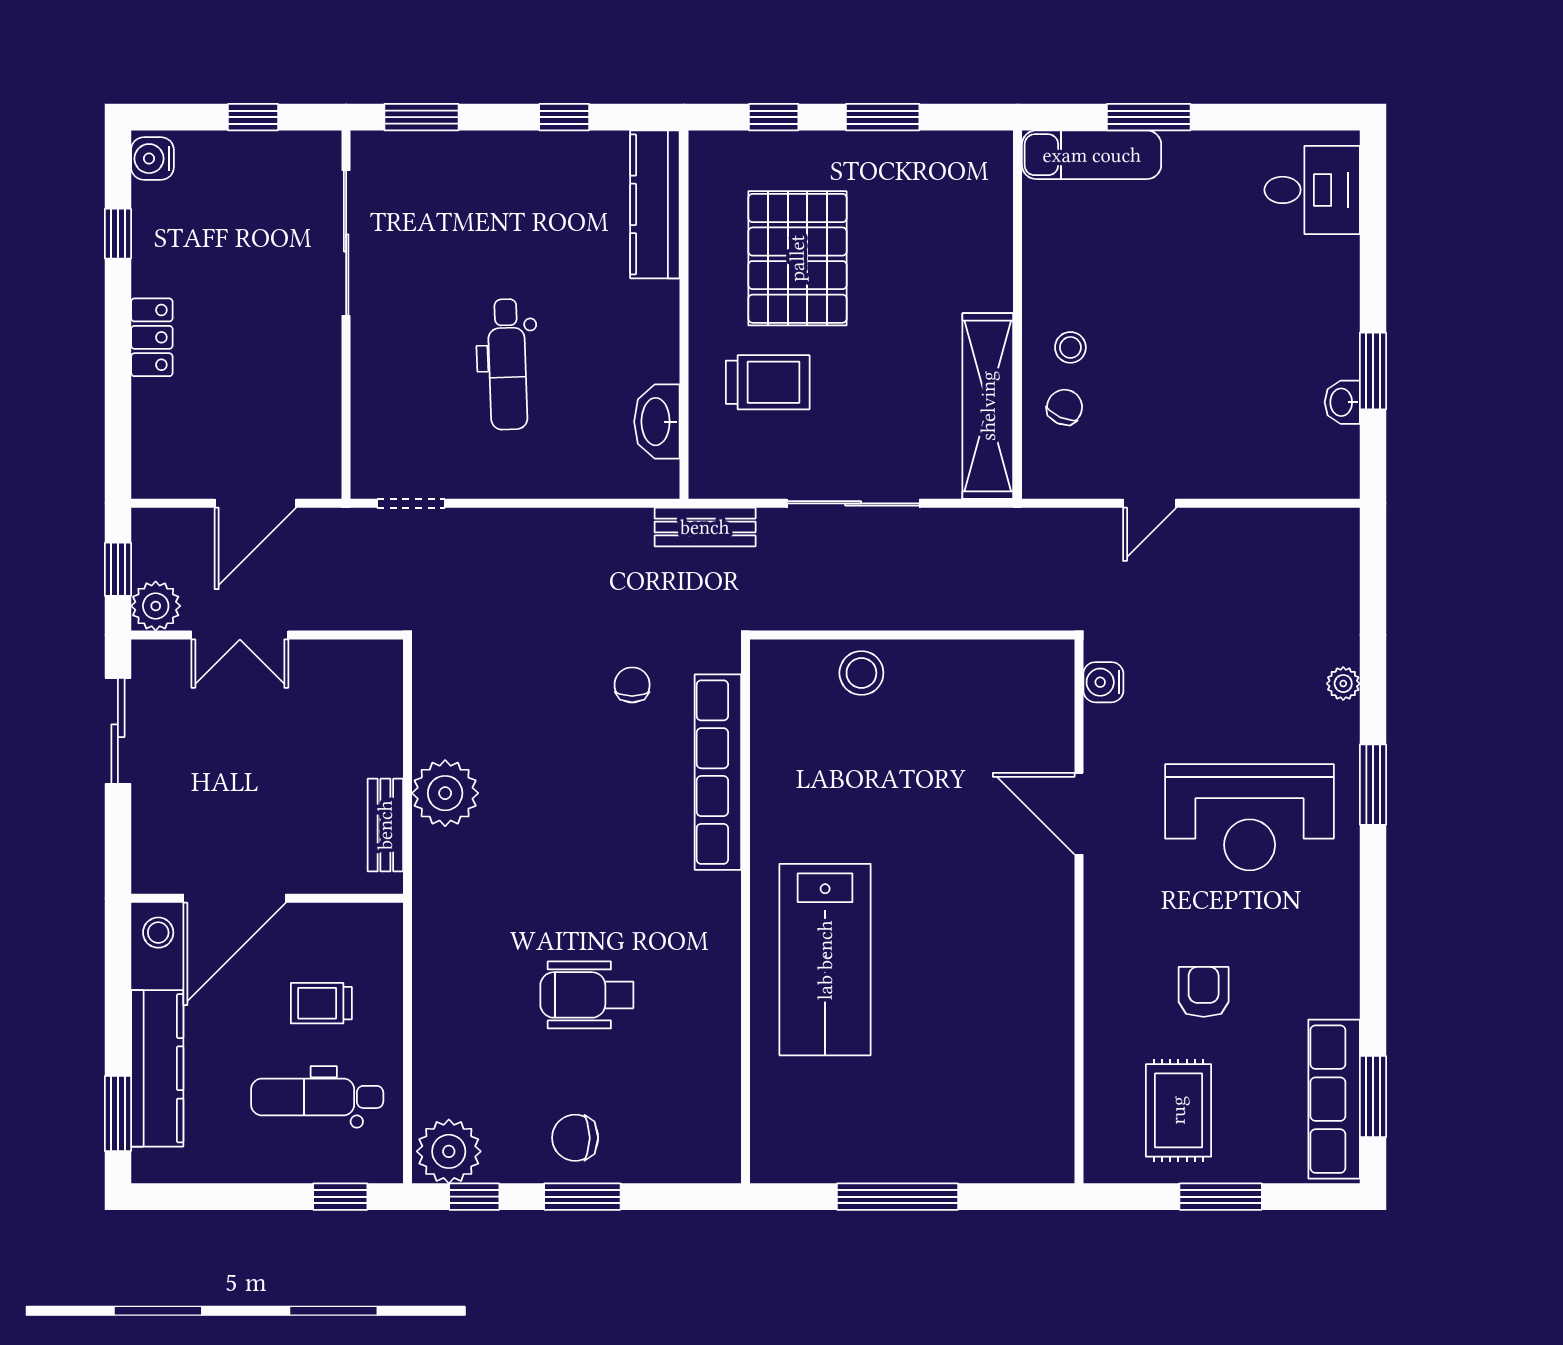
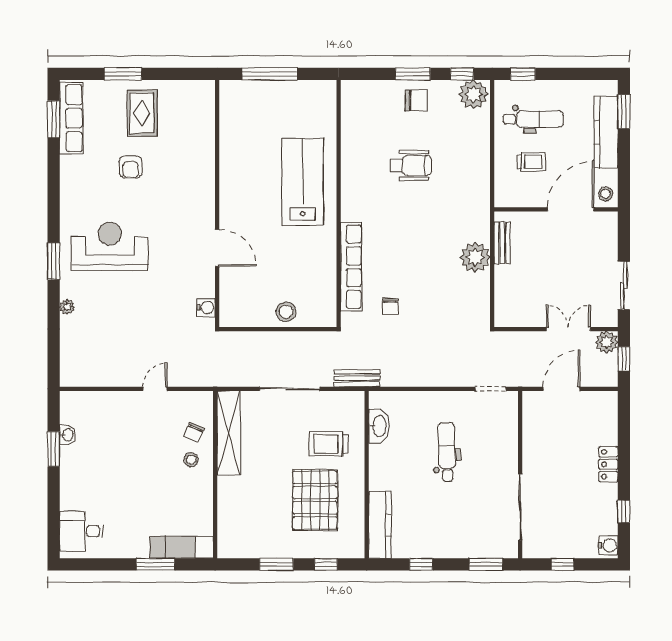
water cooler: (1103, 682) -> (206, 308), moved
door: (1079, 814) -> (217, 248), moved
wall: (1079, 911) -> (217, 203), moved

